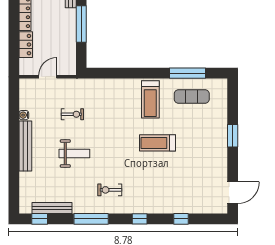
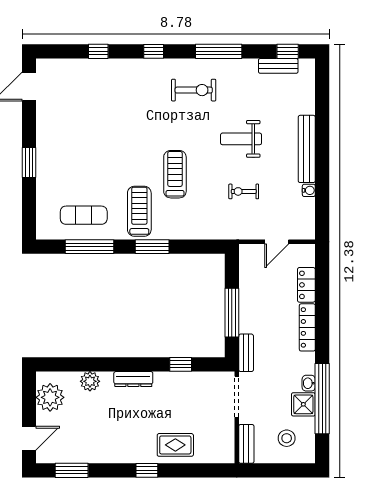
window: (141, 73) -> (152, 247), added
treadmill: (158, 143) -> (175, 174), moved, turned -90
exercise bike: (110, 190) -> (194, 90), width x1.38, depth x1.39
bench: (52, 208) -> (278, 66), width x0.73

